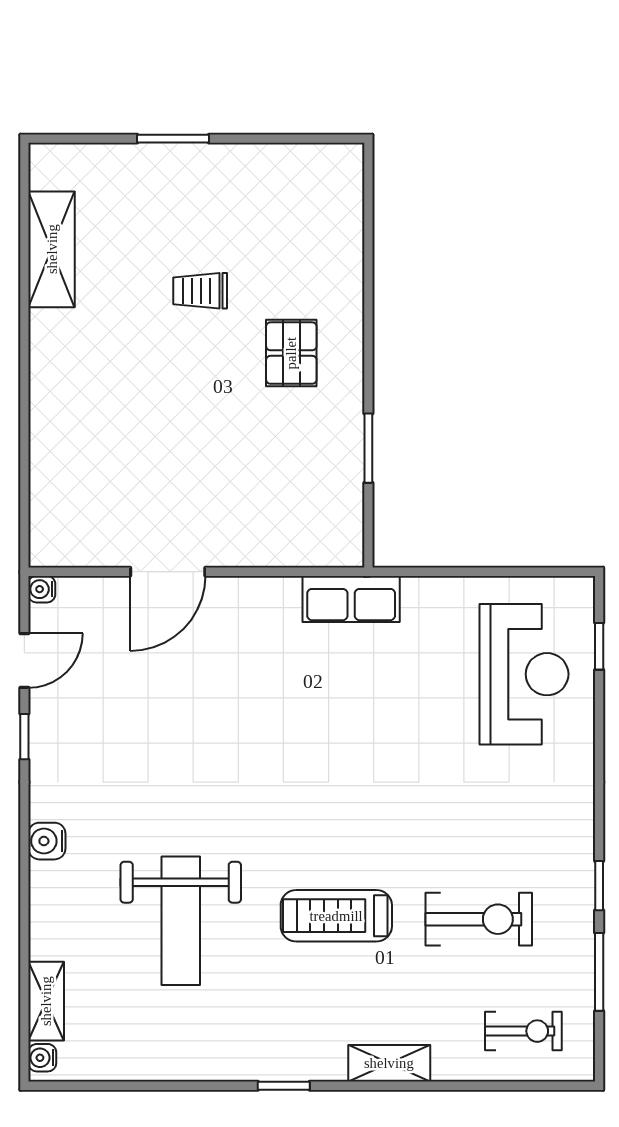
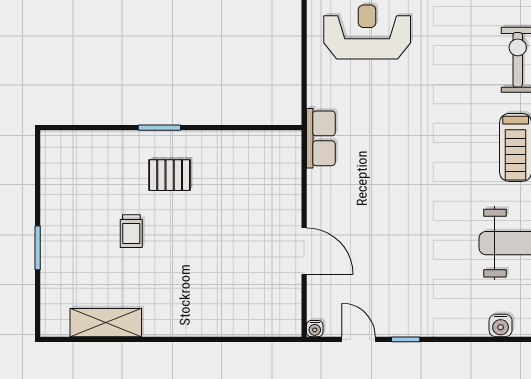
window: (368, 448) -> (159, 128), moved
water cooler: (47, 841) -> (501, 325), moved

